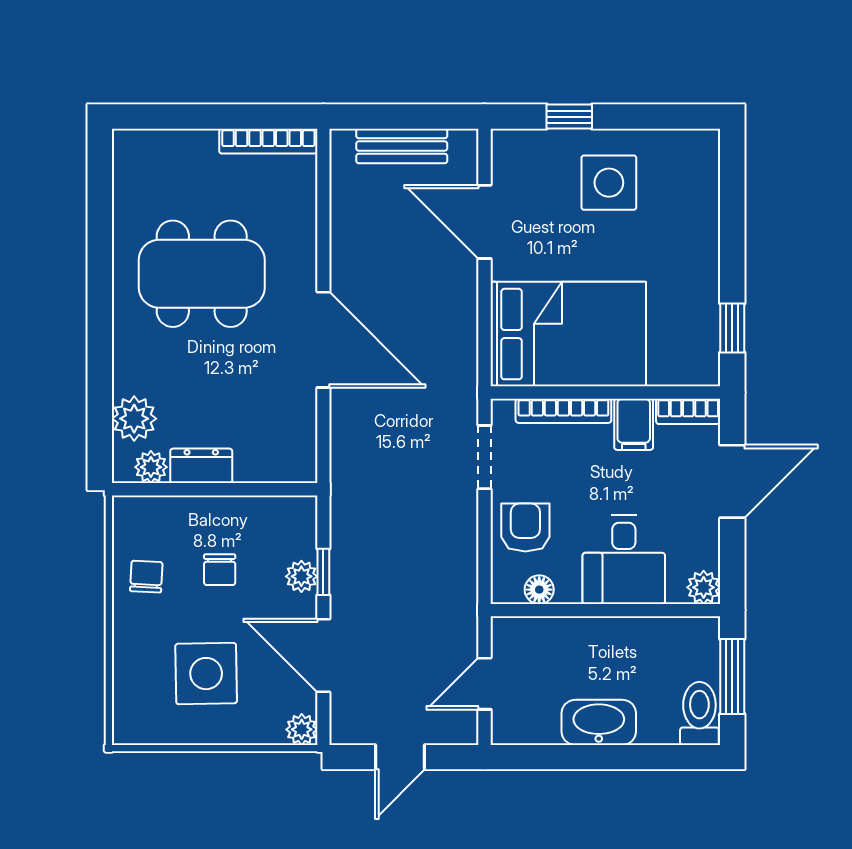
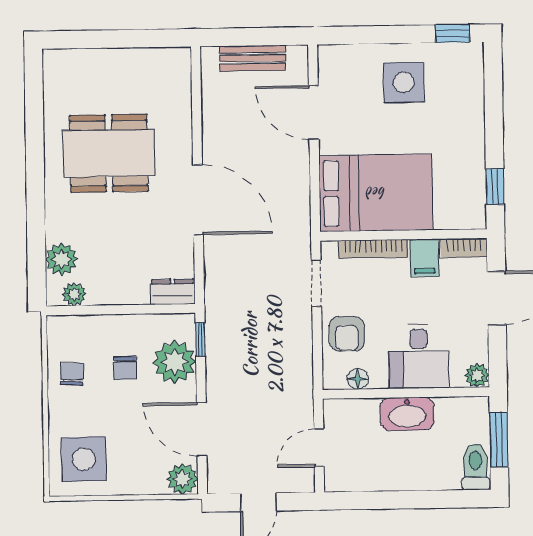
window: (569, 117) -> (452, 34), moved
bookcase: (268, 141) -> (156, 56), removed
dresser: (201, 466) -> (173, 292), moved
armchair: (525, 528) -> (347, 334), turned 180
window: (323, 572) -> (200, 339), moved
plant: (301, 576) -> (175, 362), width x1.87, depth x1.87
side table: (206, 674) -> (84, 459), moved
washbasin: (599, 722) -> (407, 414), moved, turned 180
plant: (302, 729) -> (182, 479), width x1.38, depth x1.38

